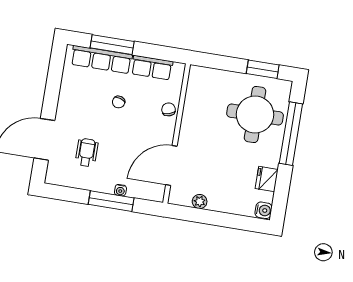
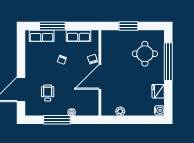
row of seats: (101, 60) -> (42, 36), width x0.68
window: (263, 69) -> (128, 26), moved
round table: (255, 114) -> (145, 54), width x0.73, depth x0.73
door: (171, 166) -> (100, 77), moved
window: (111, 201) -> (57, 120), moved

